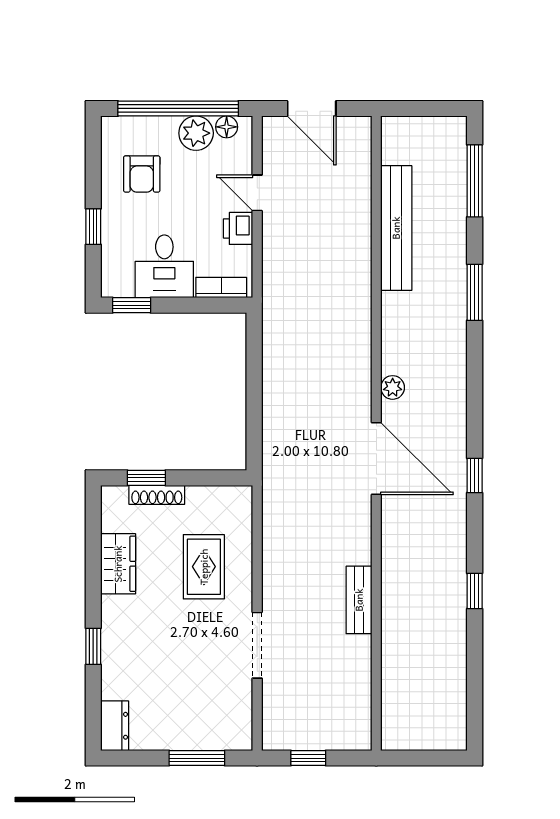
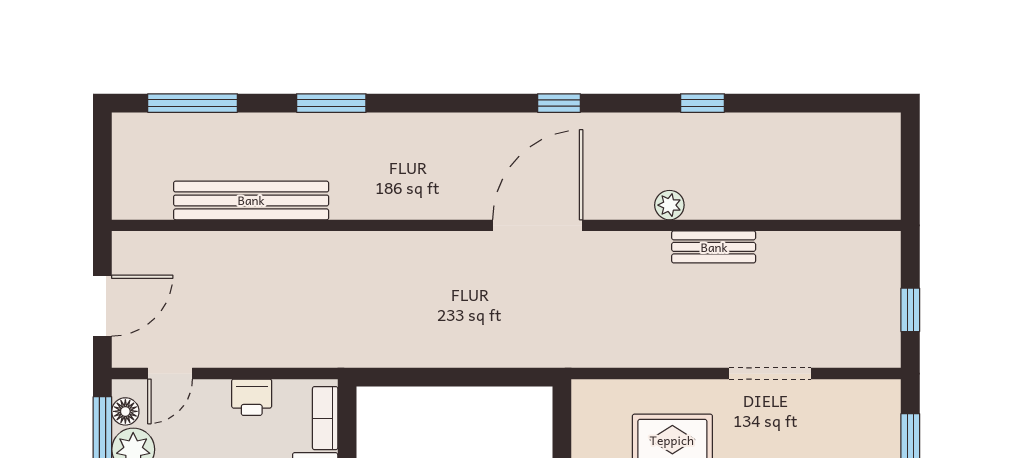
door: (257, 193) -> (170, 374), moved
plant: (393, 387) -> (669, 205), moved

